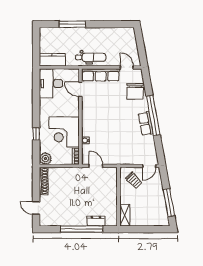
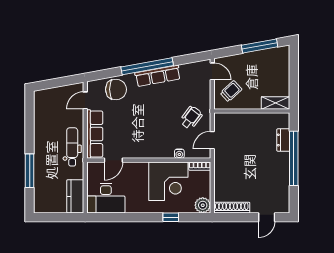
row of seats: (146, 124) -> (158, 76), width x1.48
wheelchair: (113, 150) -> (191, 118), added

